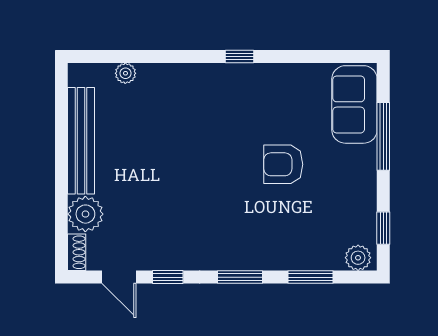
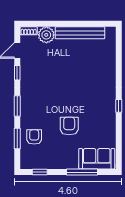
plant: (125, 73) -> (111, 53), removed
armchair: (307, 240) -> (34, 137), added
plant: (358, 258) -> (26, 160), removed

